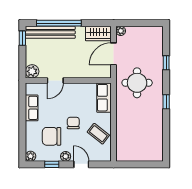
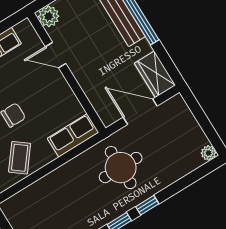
plant: (121, 31) -> (208, 153), moved
window: (166, 63) -> (147, 205), moved

